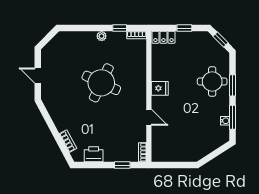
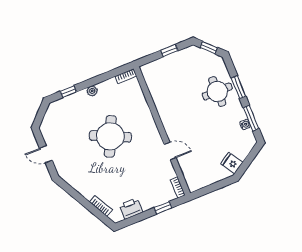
window: (120, 28) -> (68, 92), moved
locker: (163, 37) -> (153, 68), removed
fridge: (160, 88) -> (232, 163), moved, turned -123

